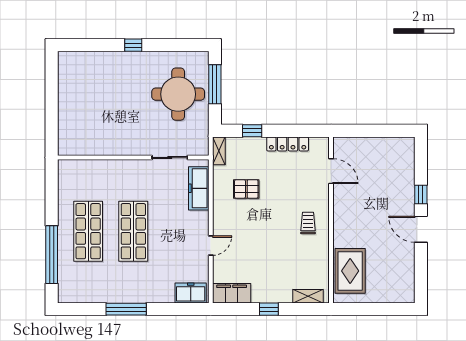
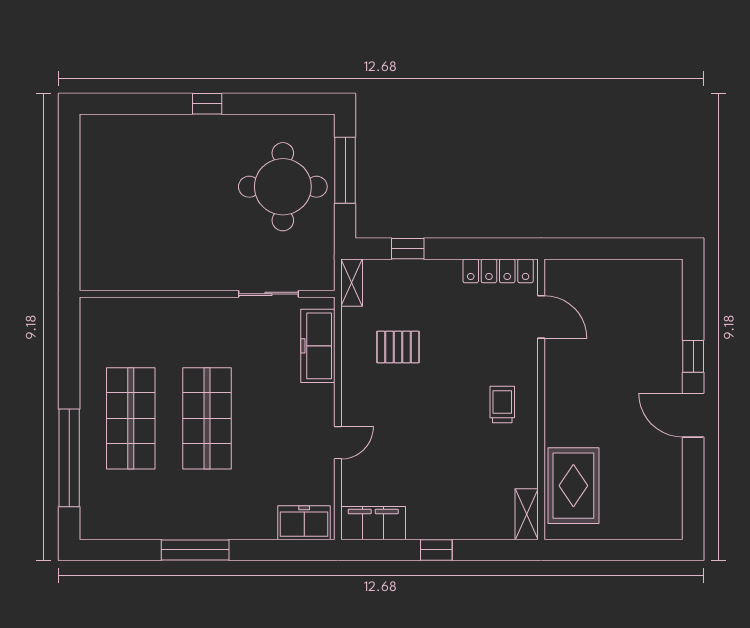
locker: (288, 144) -> (498, 271), moved
shelving: (308, 296) -> (527, 514), moved, turned 90

